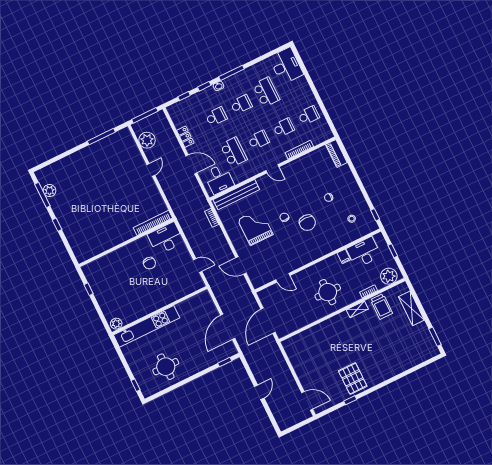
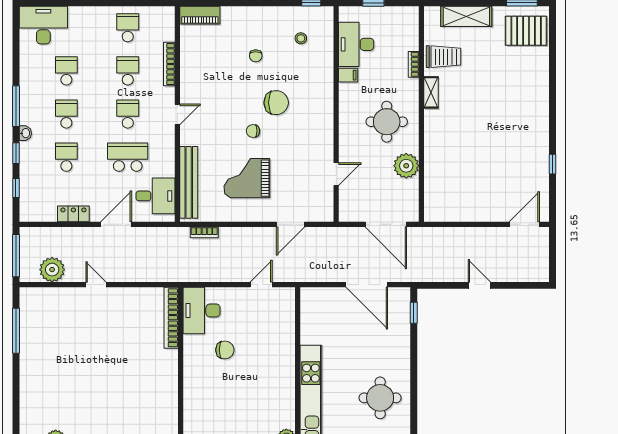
school desk: (266, 92) -> (66, 71), width x0.54
plant: (389, 276) -> (406, 166), moved
pallet: (353, 379) -> (526, 31), moved

